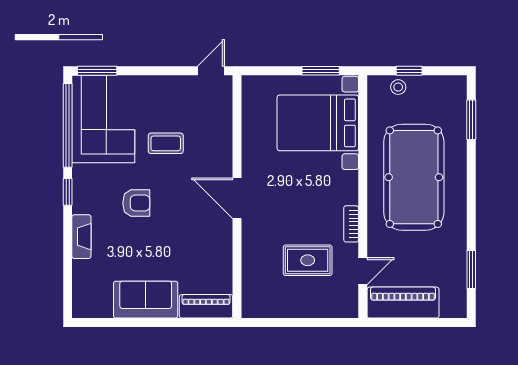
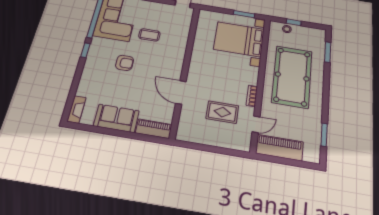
door: (237, 198) -> (181, 92), moved
fireplace: (81, 237) -> (77, 109), moved

